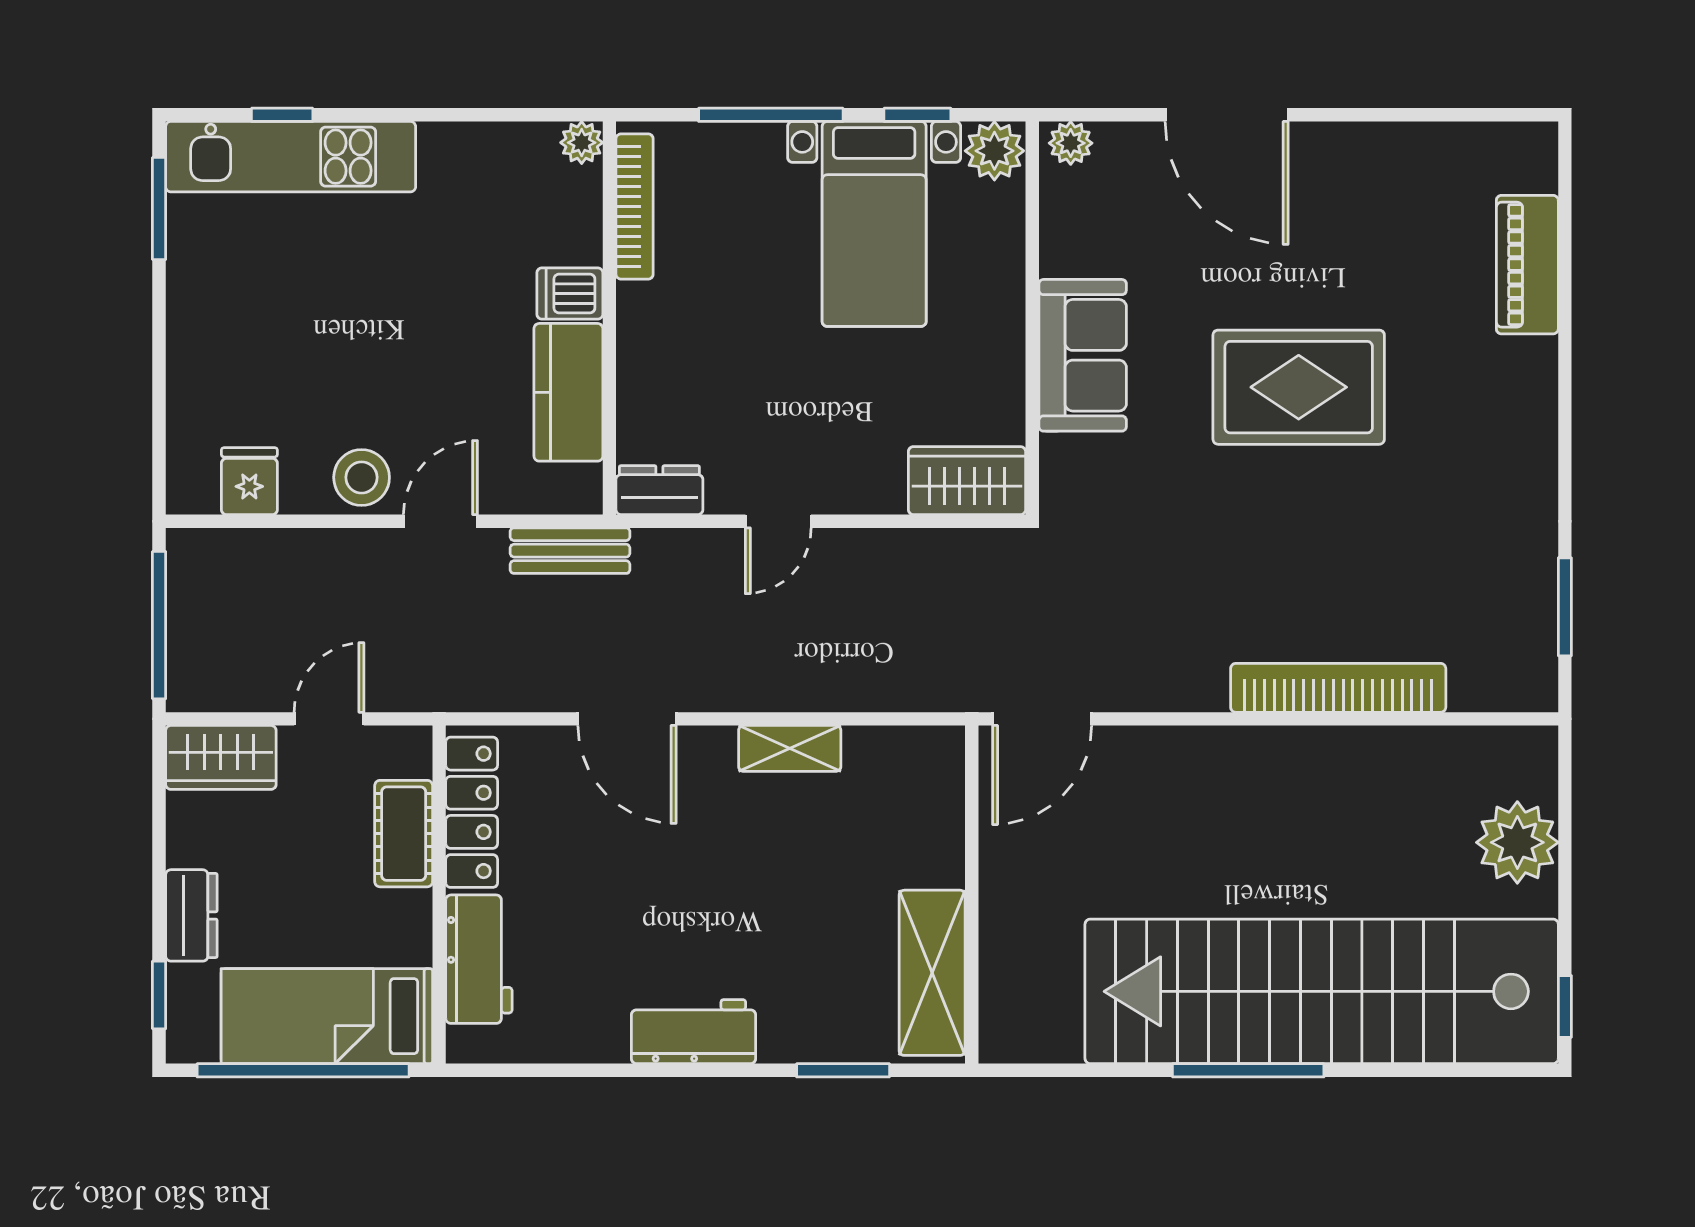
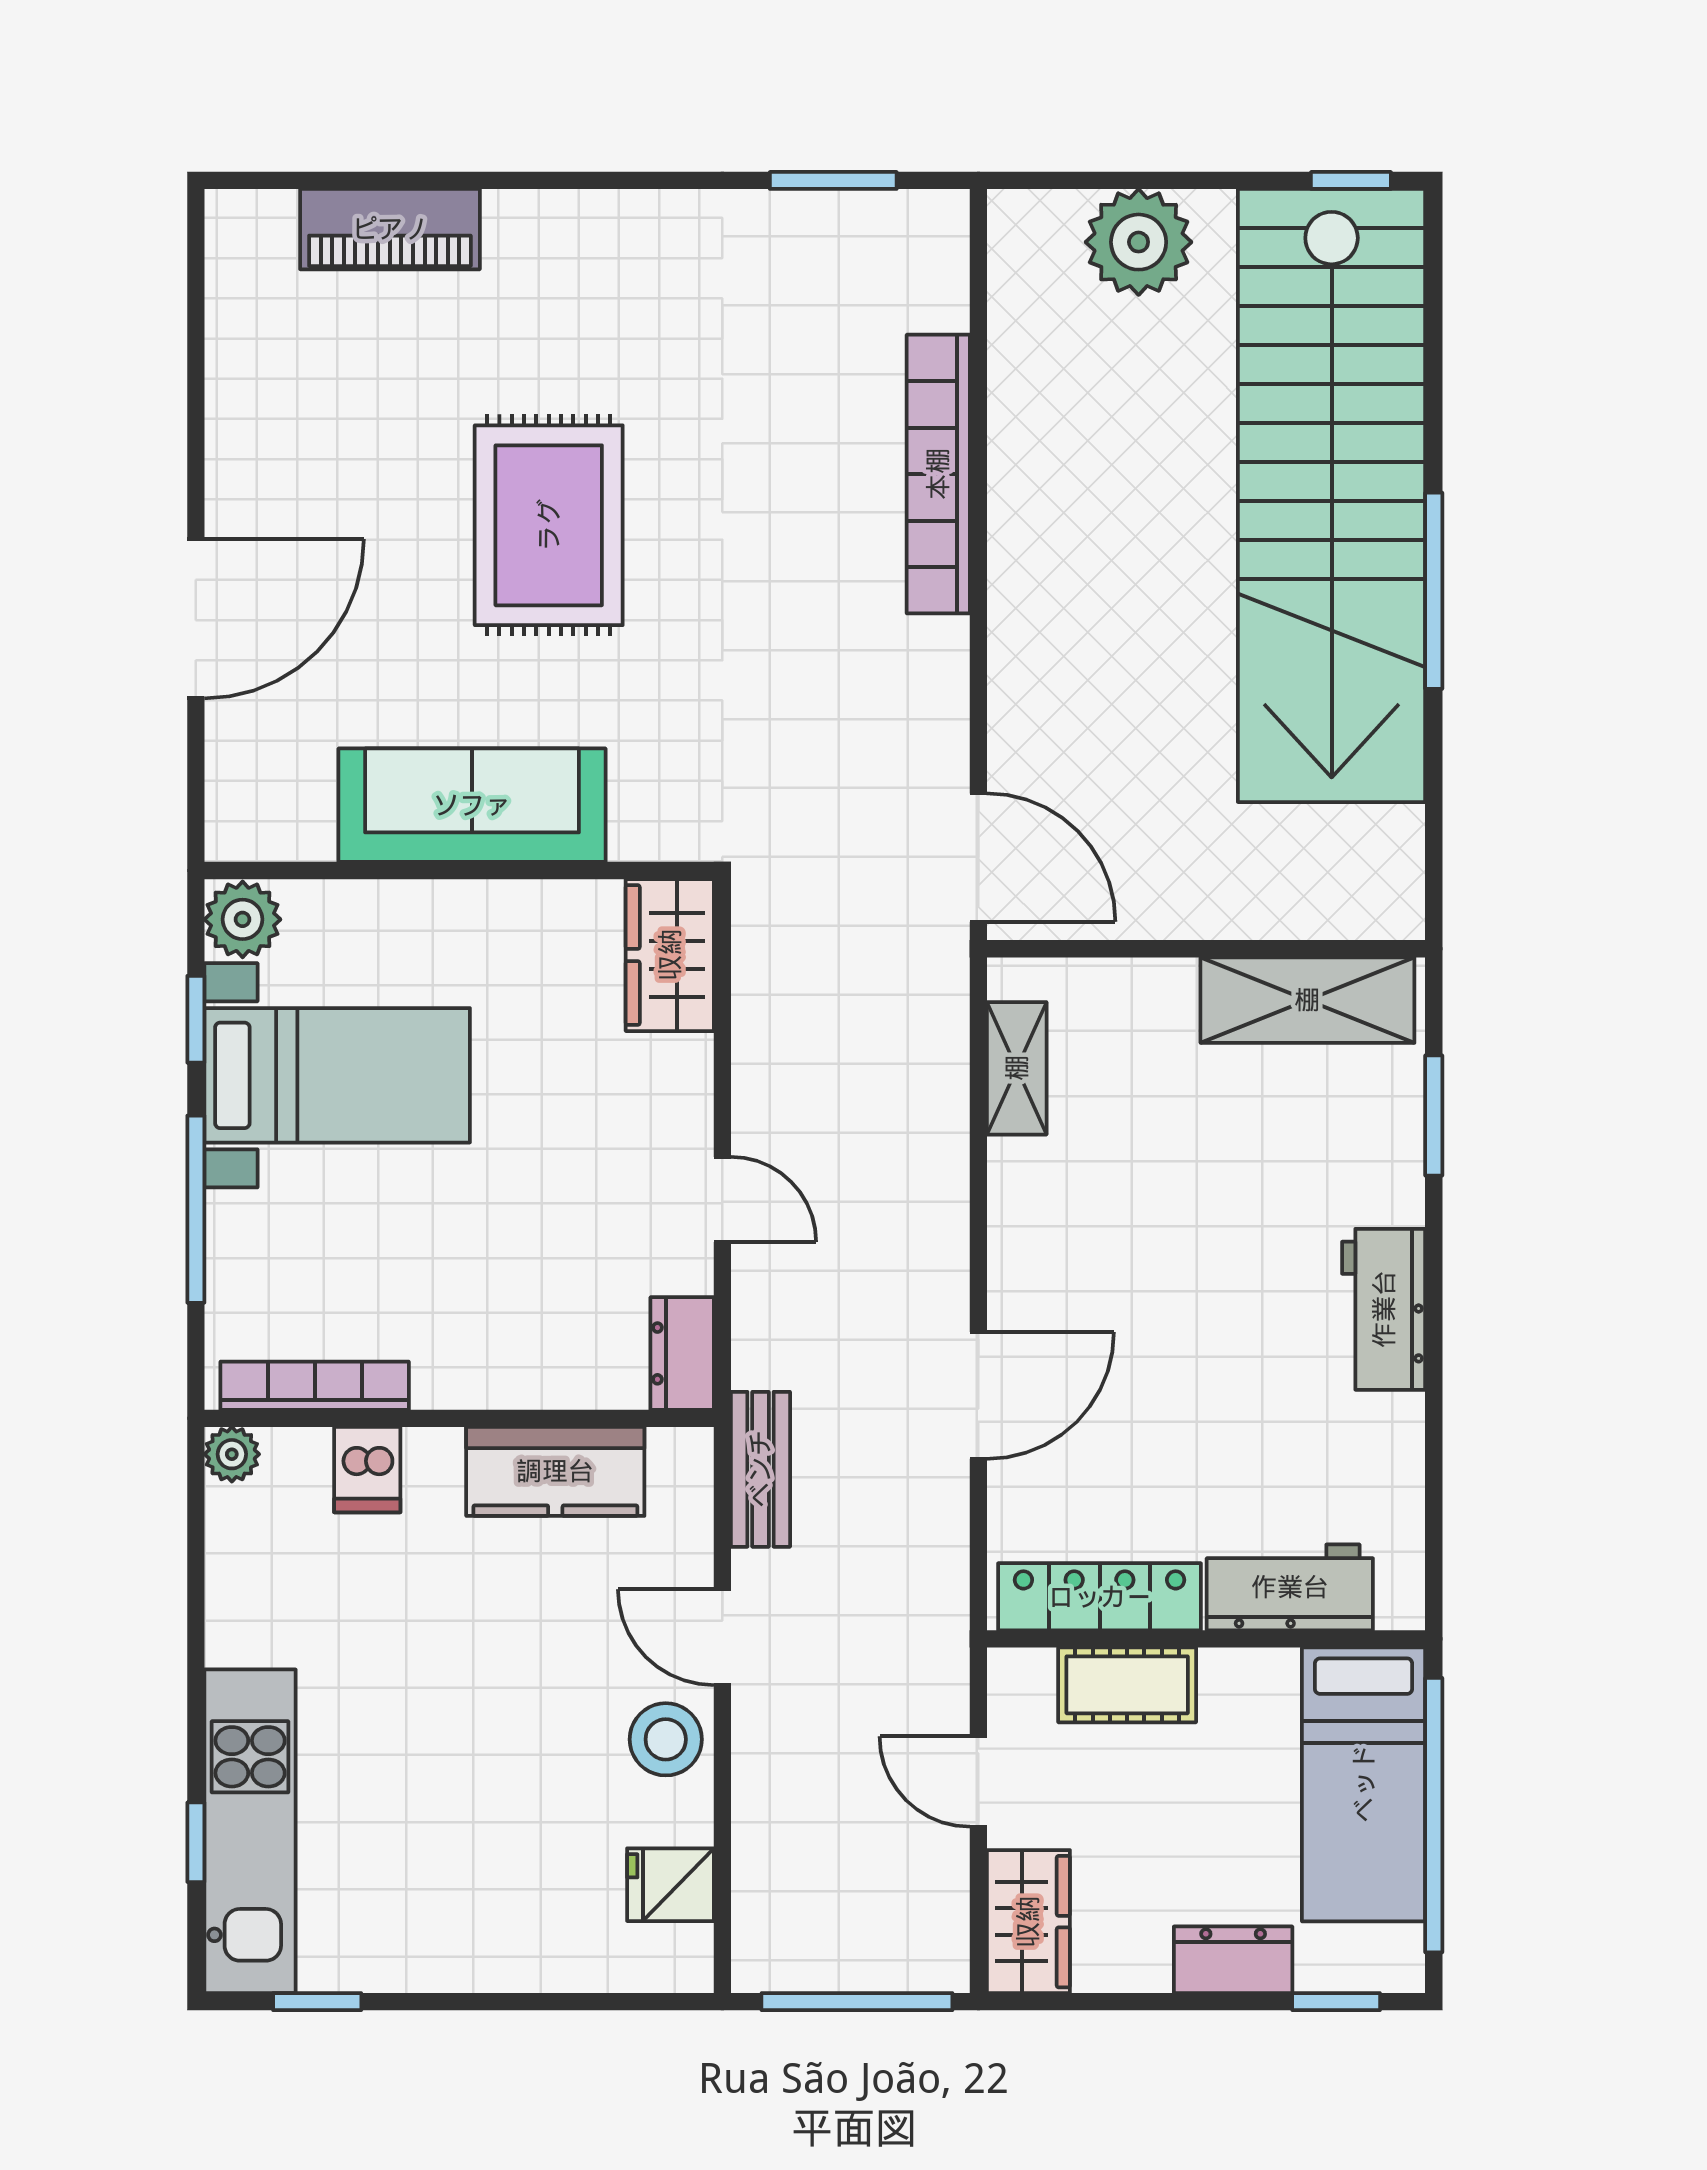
plant: (1071, 143) -> (232, 821), removed
window: (159, 208) -> (317, 2002), width x0.67
dishwasher: (570, 293) -> (367, 1470), moved
sofa: (1083, 355) -> (472, 805), width x1.36
shelving: (790, 748) -> (1017, 1068), moved

